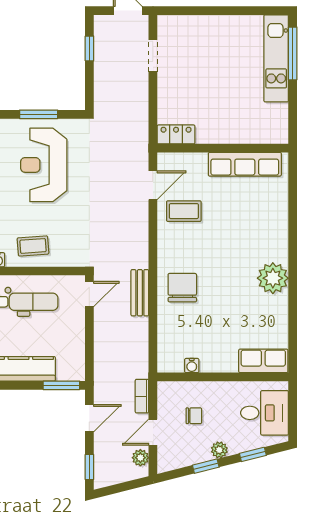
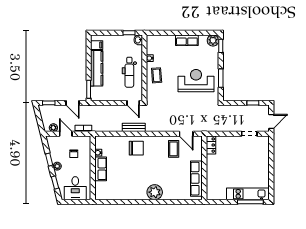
plant: (273, 278) -> (155, 192), moved
row of seats: (263, 361) -> (101, 169), moved

